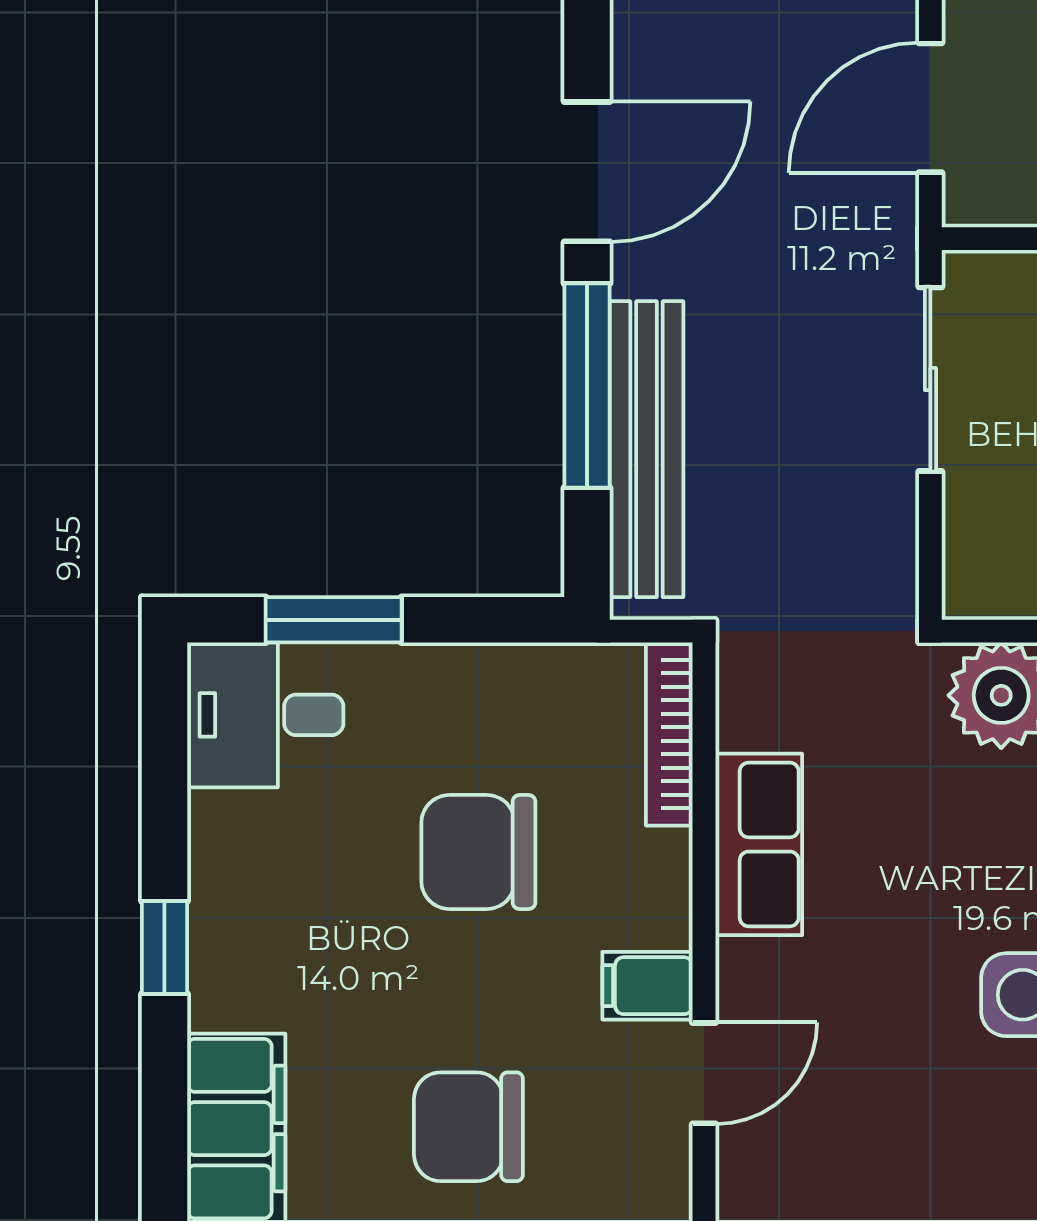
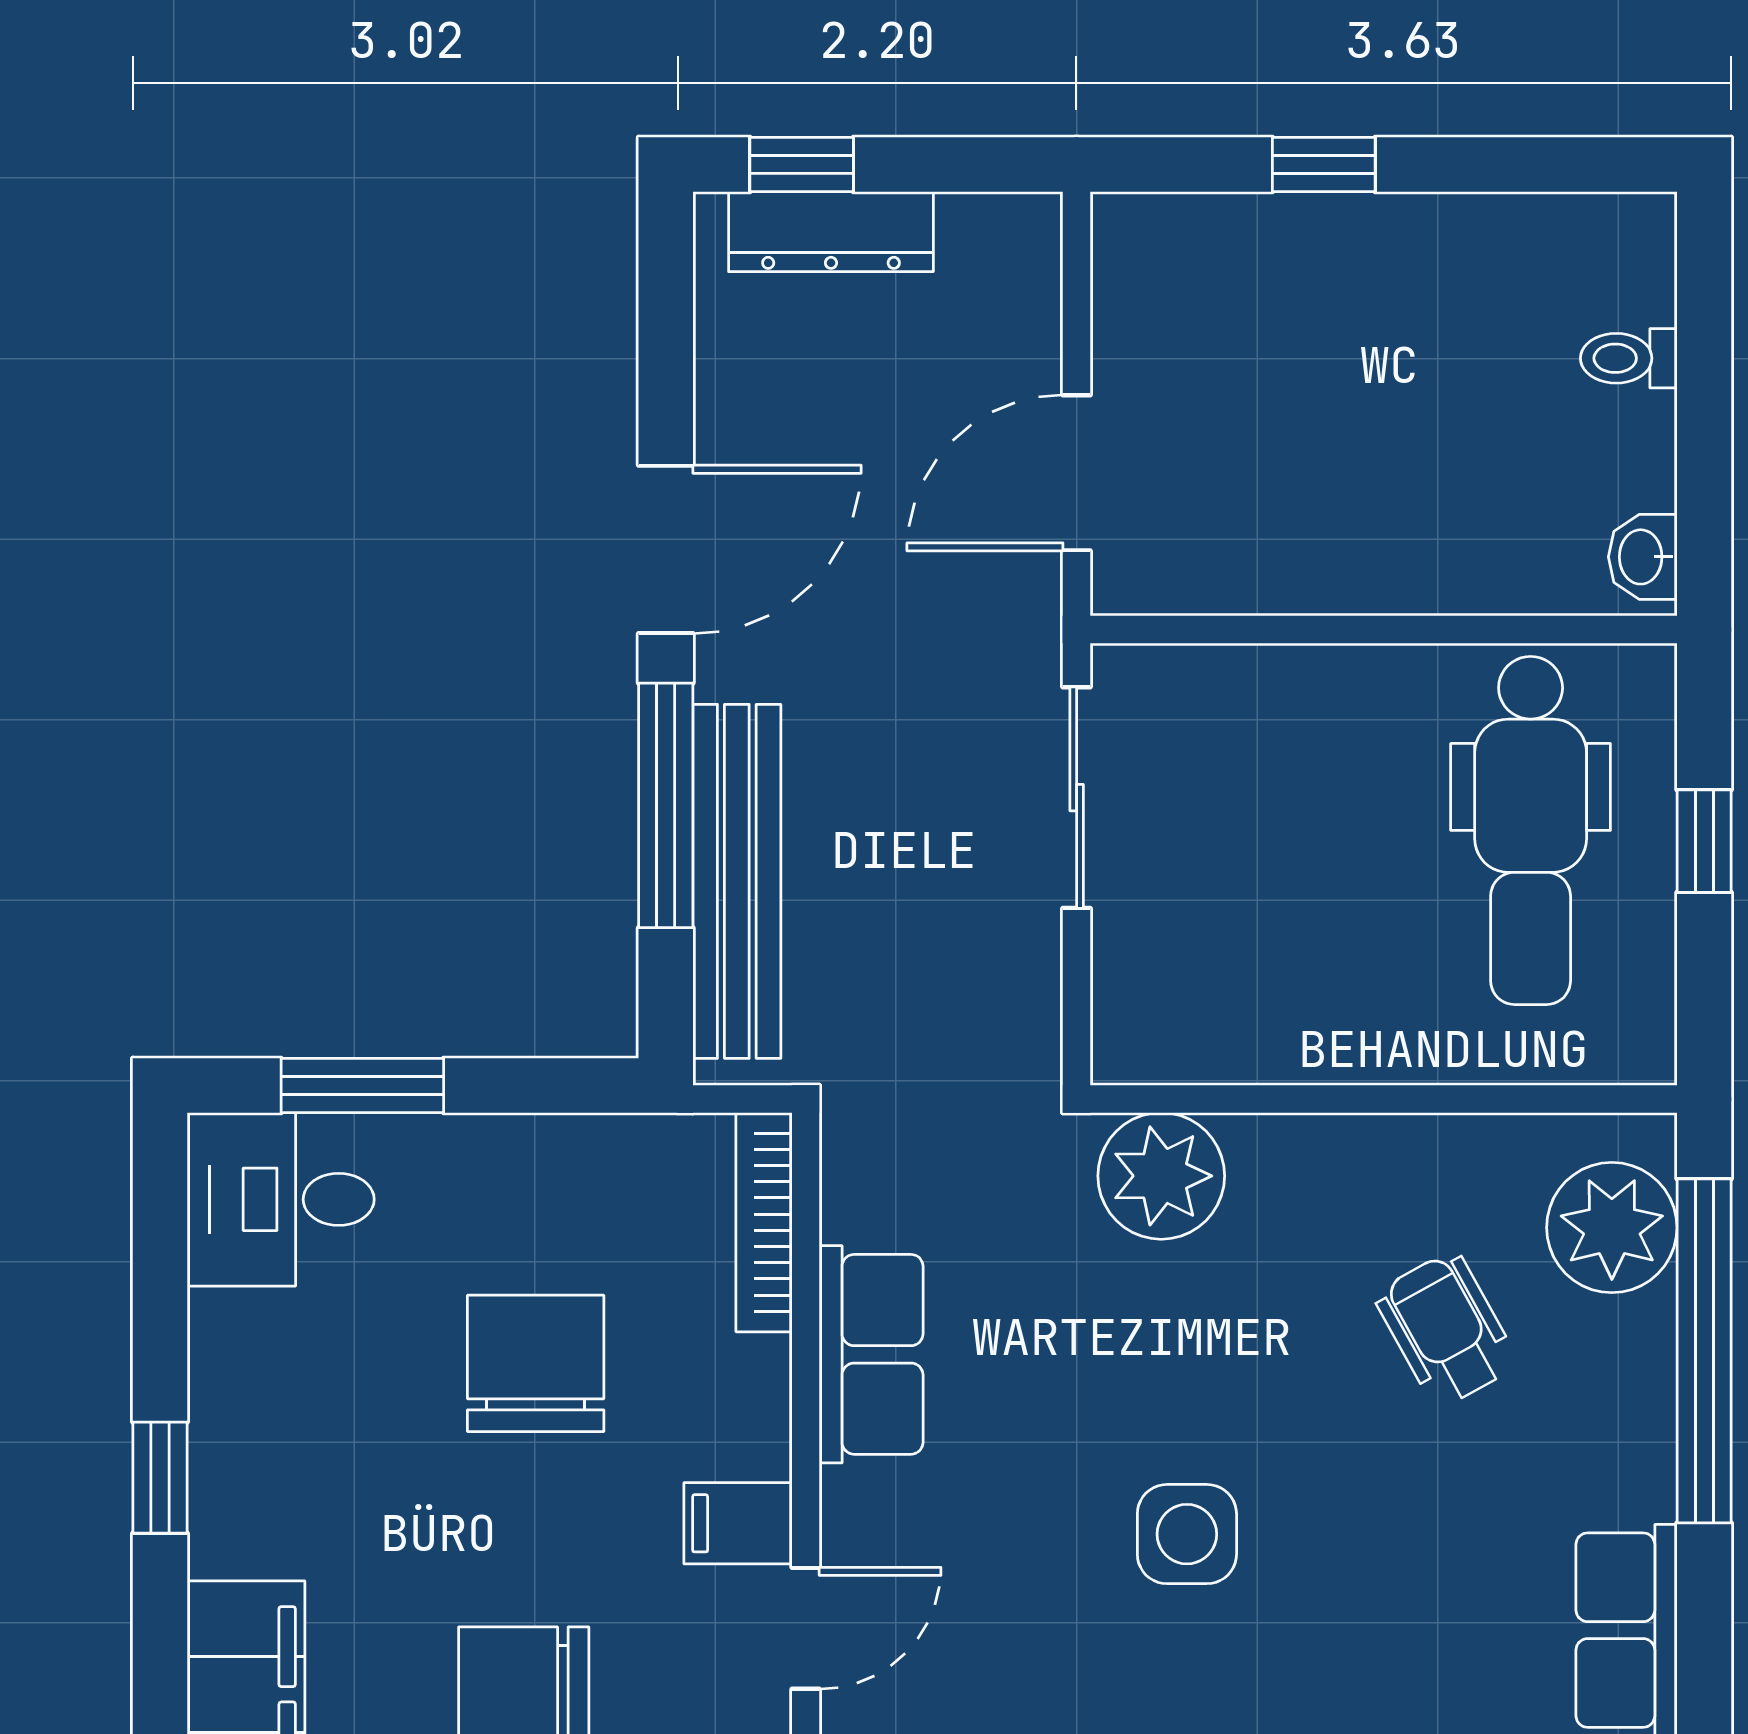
chair: (478, 852) -> (536, 1363), turned 90

